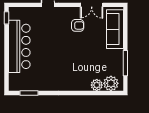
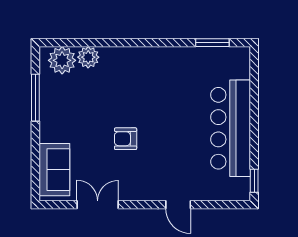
armchair: (78, 25) -> (126, 139), moved
sofa: (115, 29) -> (54, 170), width x0.73

